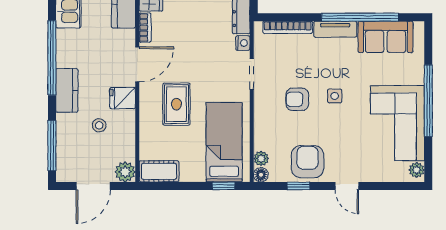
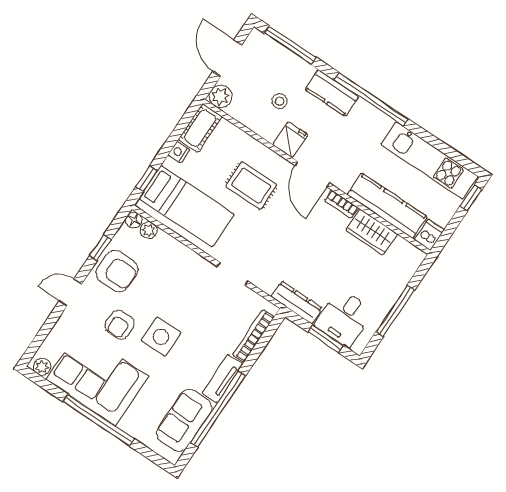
nightstand: (243, 43) -> (179, 152), moved, turned 90
side table: (335, 96) -> (161, 337), width x1.87, depth x1.87
armchair: (297, 99) -> (120, 325), moved, turned 180

